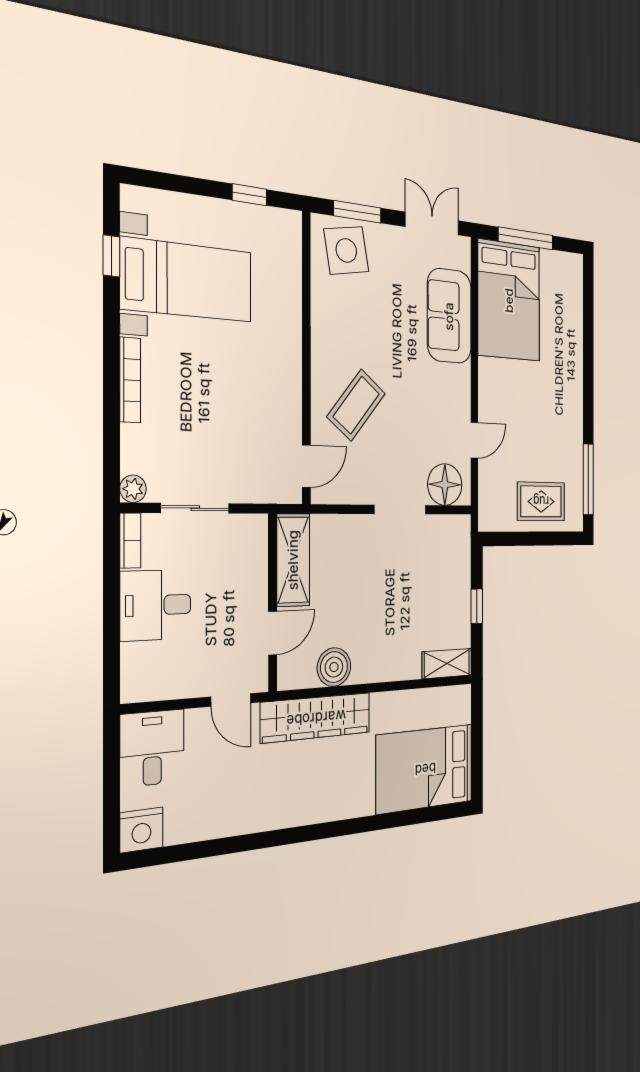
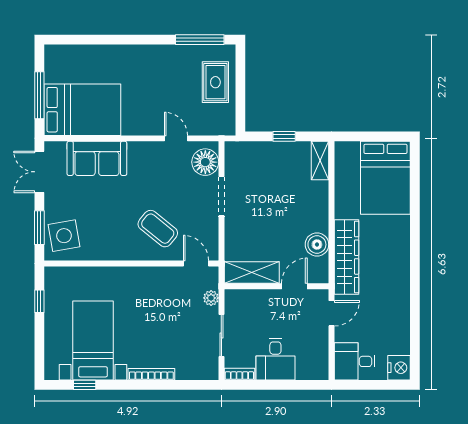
plant: (133, 489) -> (211, 298), moved
door: (273, 633) -> (294, 286), hinge flipped

